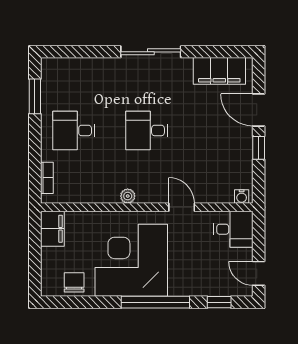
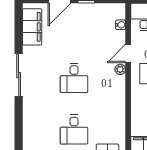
plant: (128, 196) -> (120, 69), moved
water cooler: (242, 197) -> (121, 25), moved

